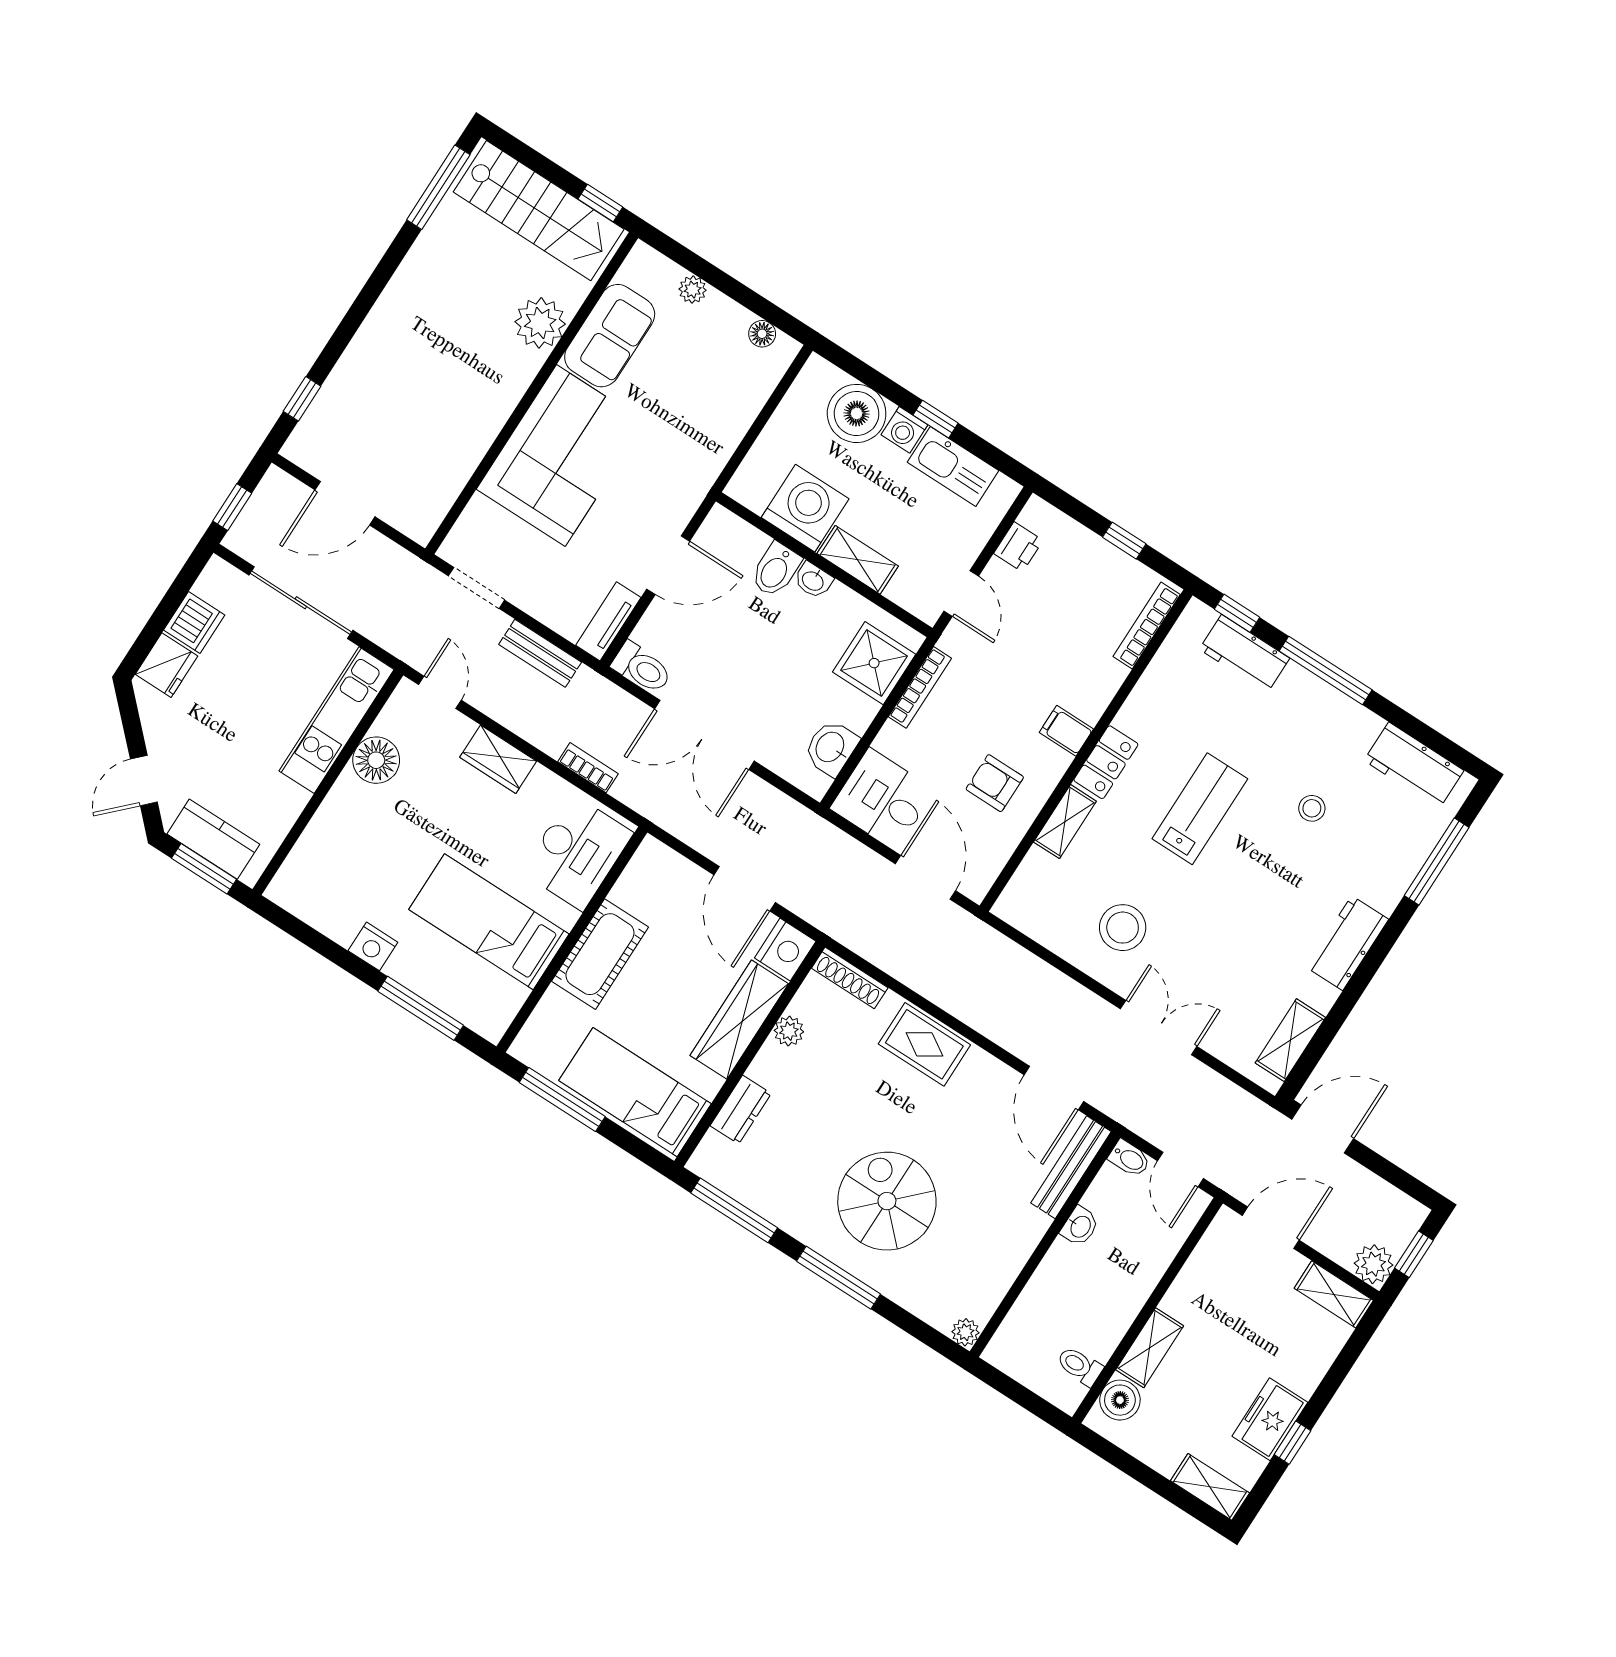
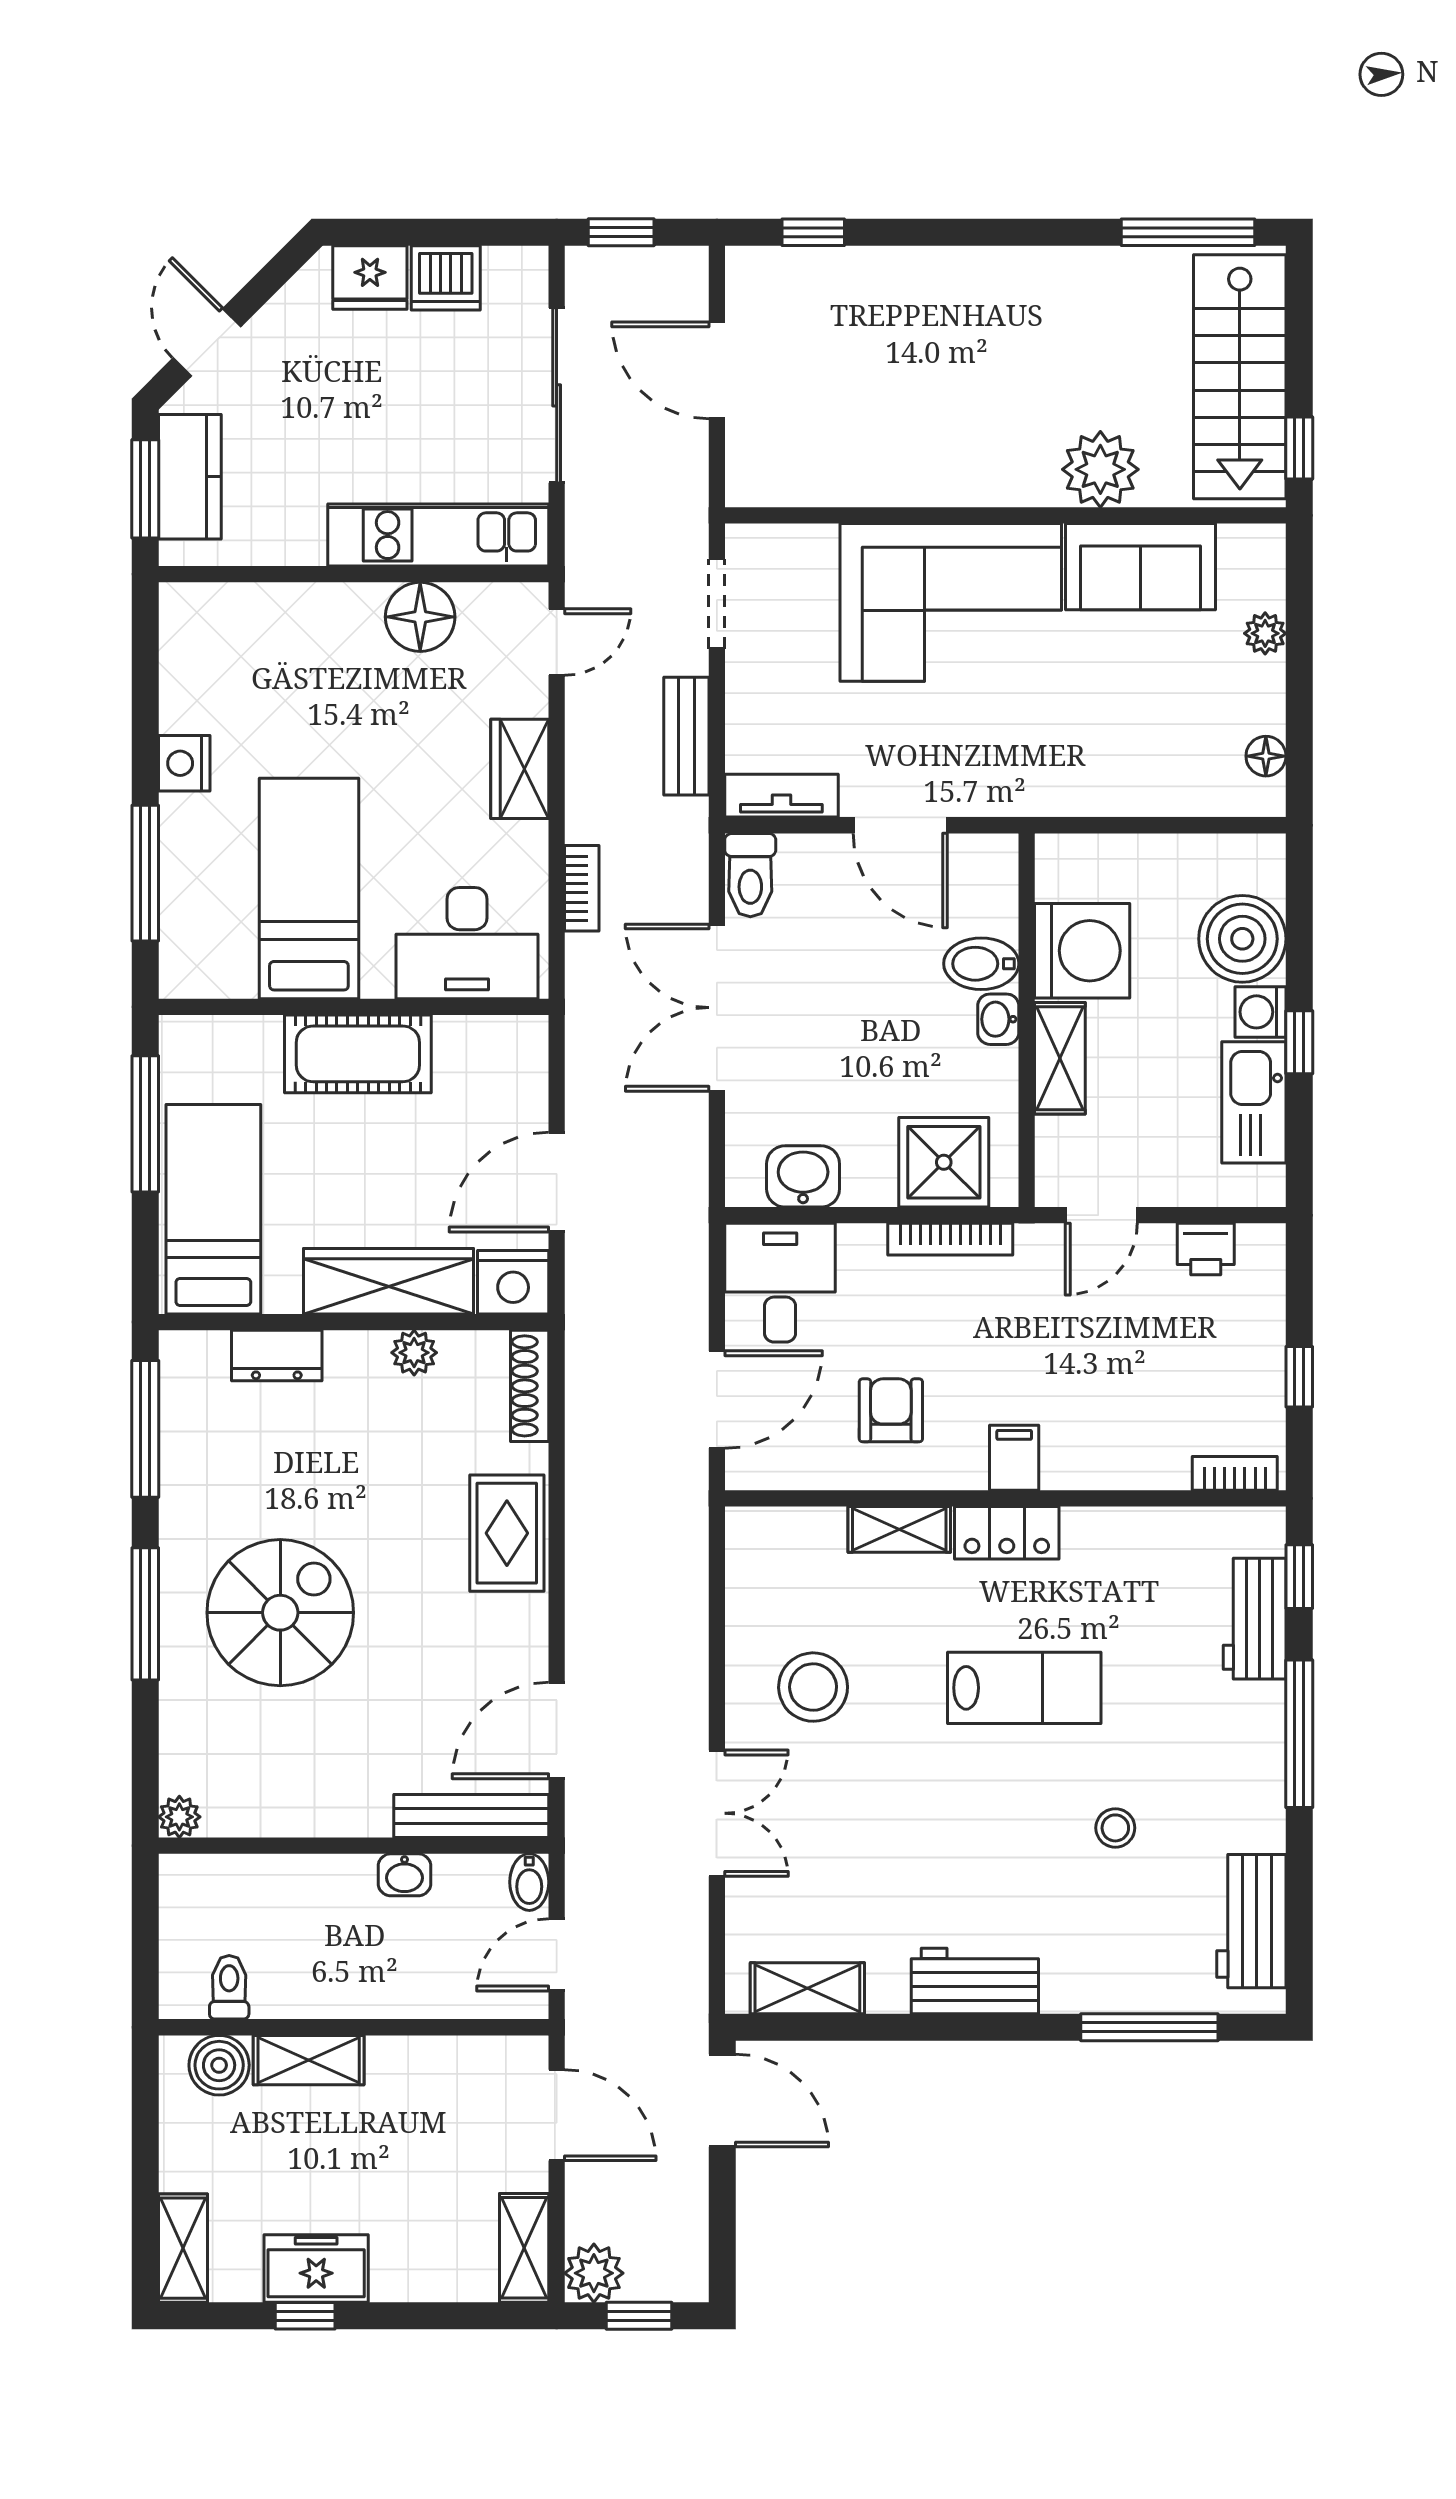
bookcase: (1147, 625) -> (1235, 1473), width x0.64
door: (144, 781) -> (207, 342), hinge flipped

